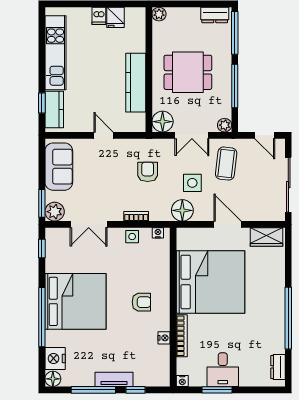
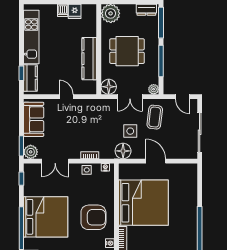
plant: (159, 14) -> (111, 13), width x1.88, depth x1.88
armchair: (148, 172) -> (98, 123), removed
wardrobe: (266, 237) -> (184, 170), removed
armchair: (141, 302) -> (93, 217), width x1.88, depth x1.88

